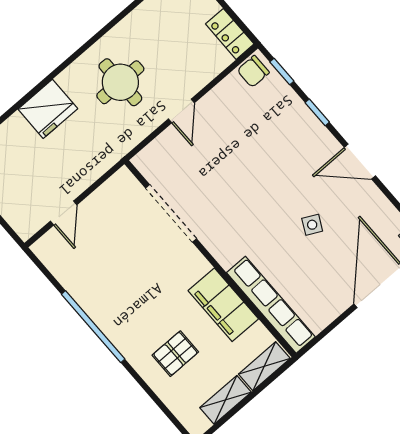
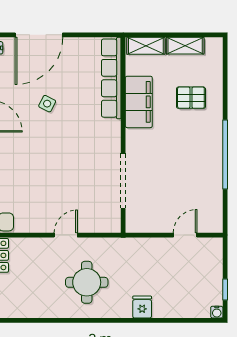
fridge: (48, 109) -> (142, 307), width x0.53, depth x0.75

